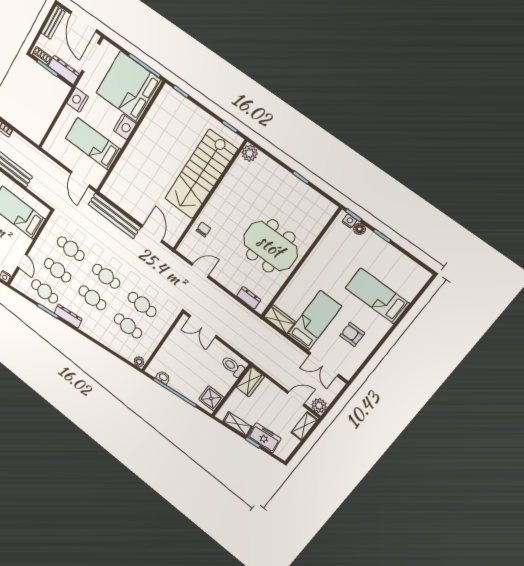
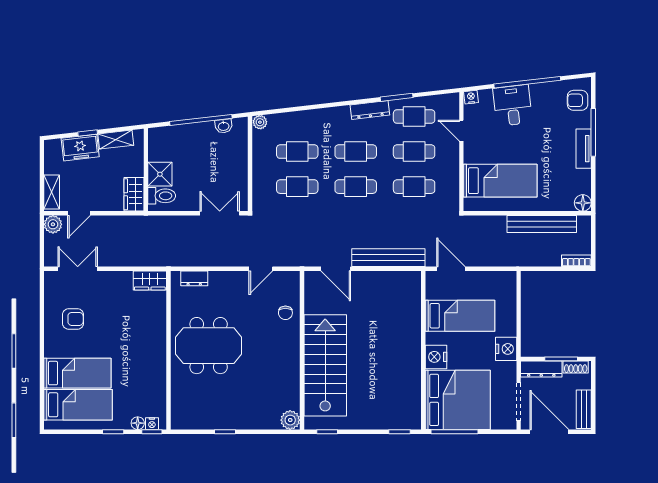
bed: (314, 321) -> (78, 405), moved, turned -90
shower: (211, 398) -> (160, 174), moved

